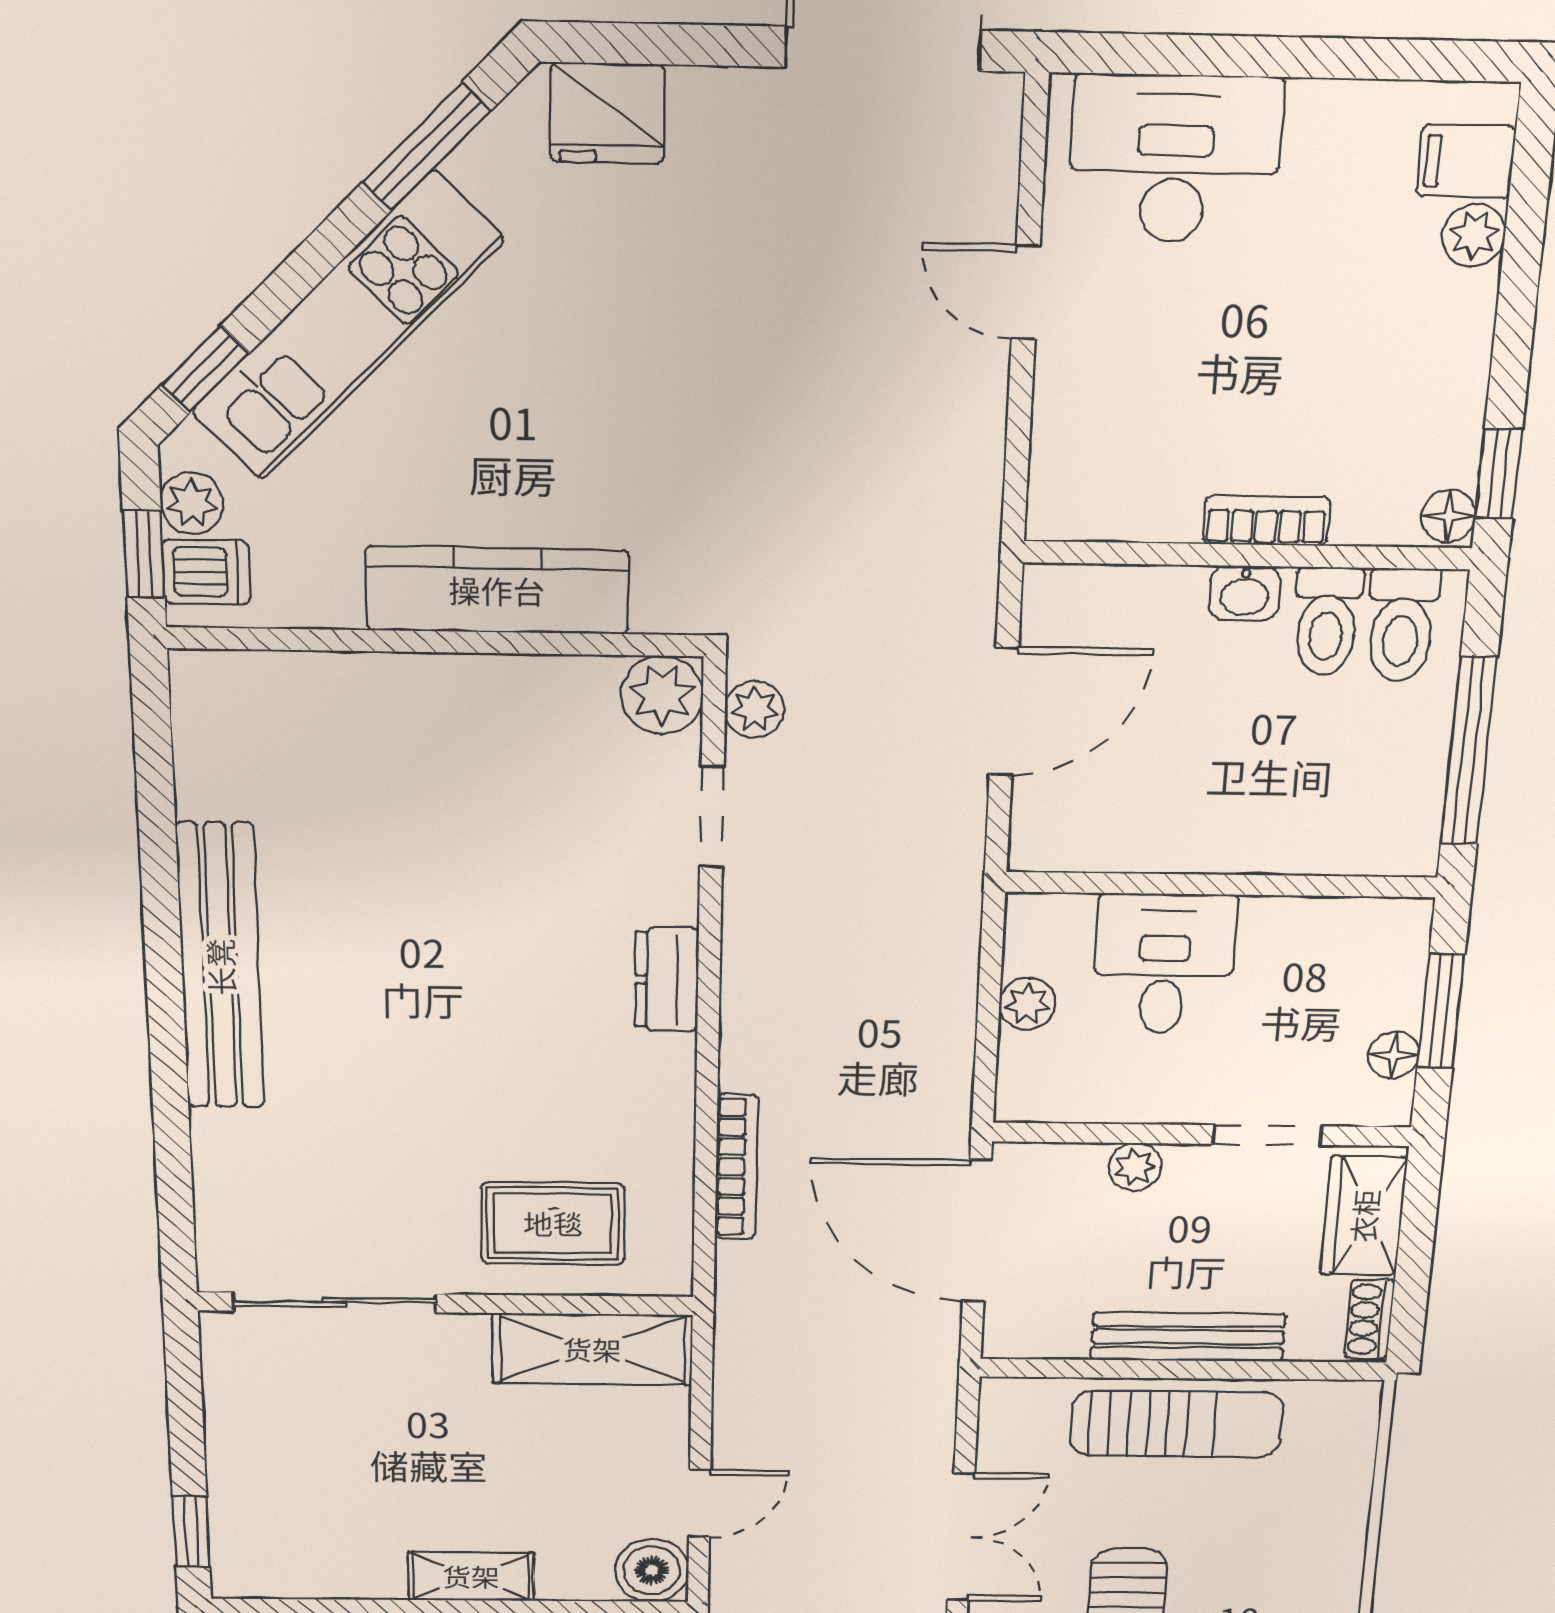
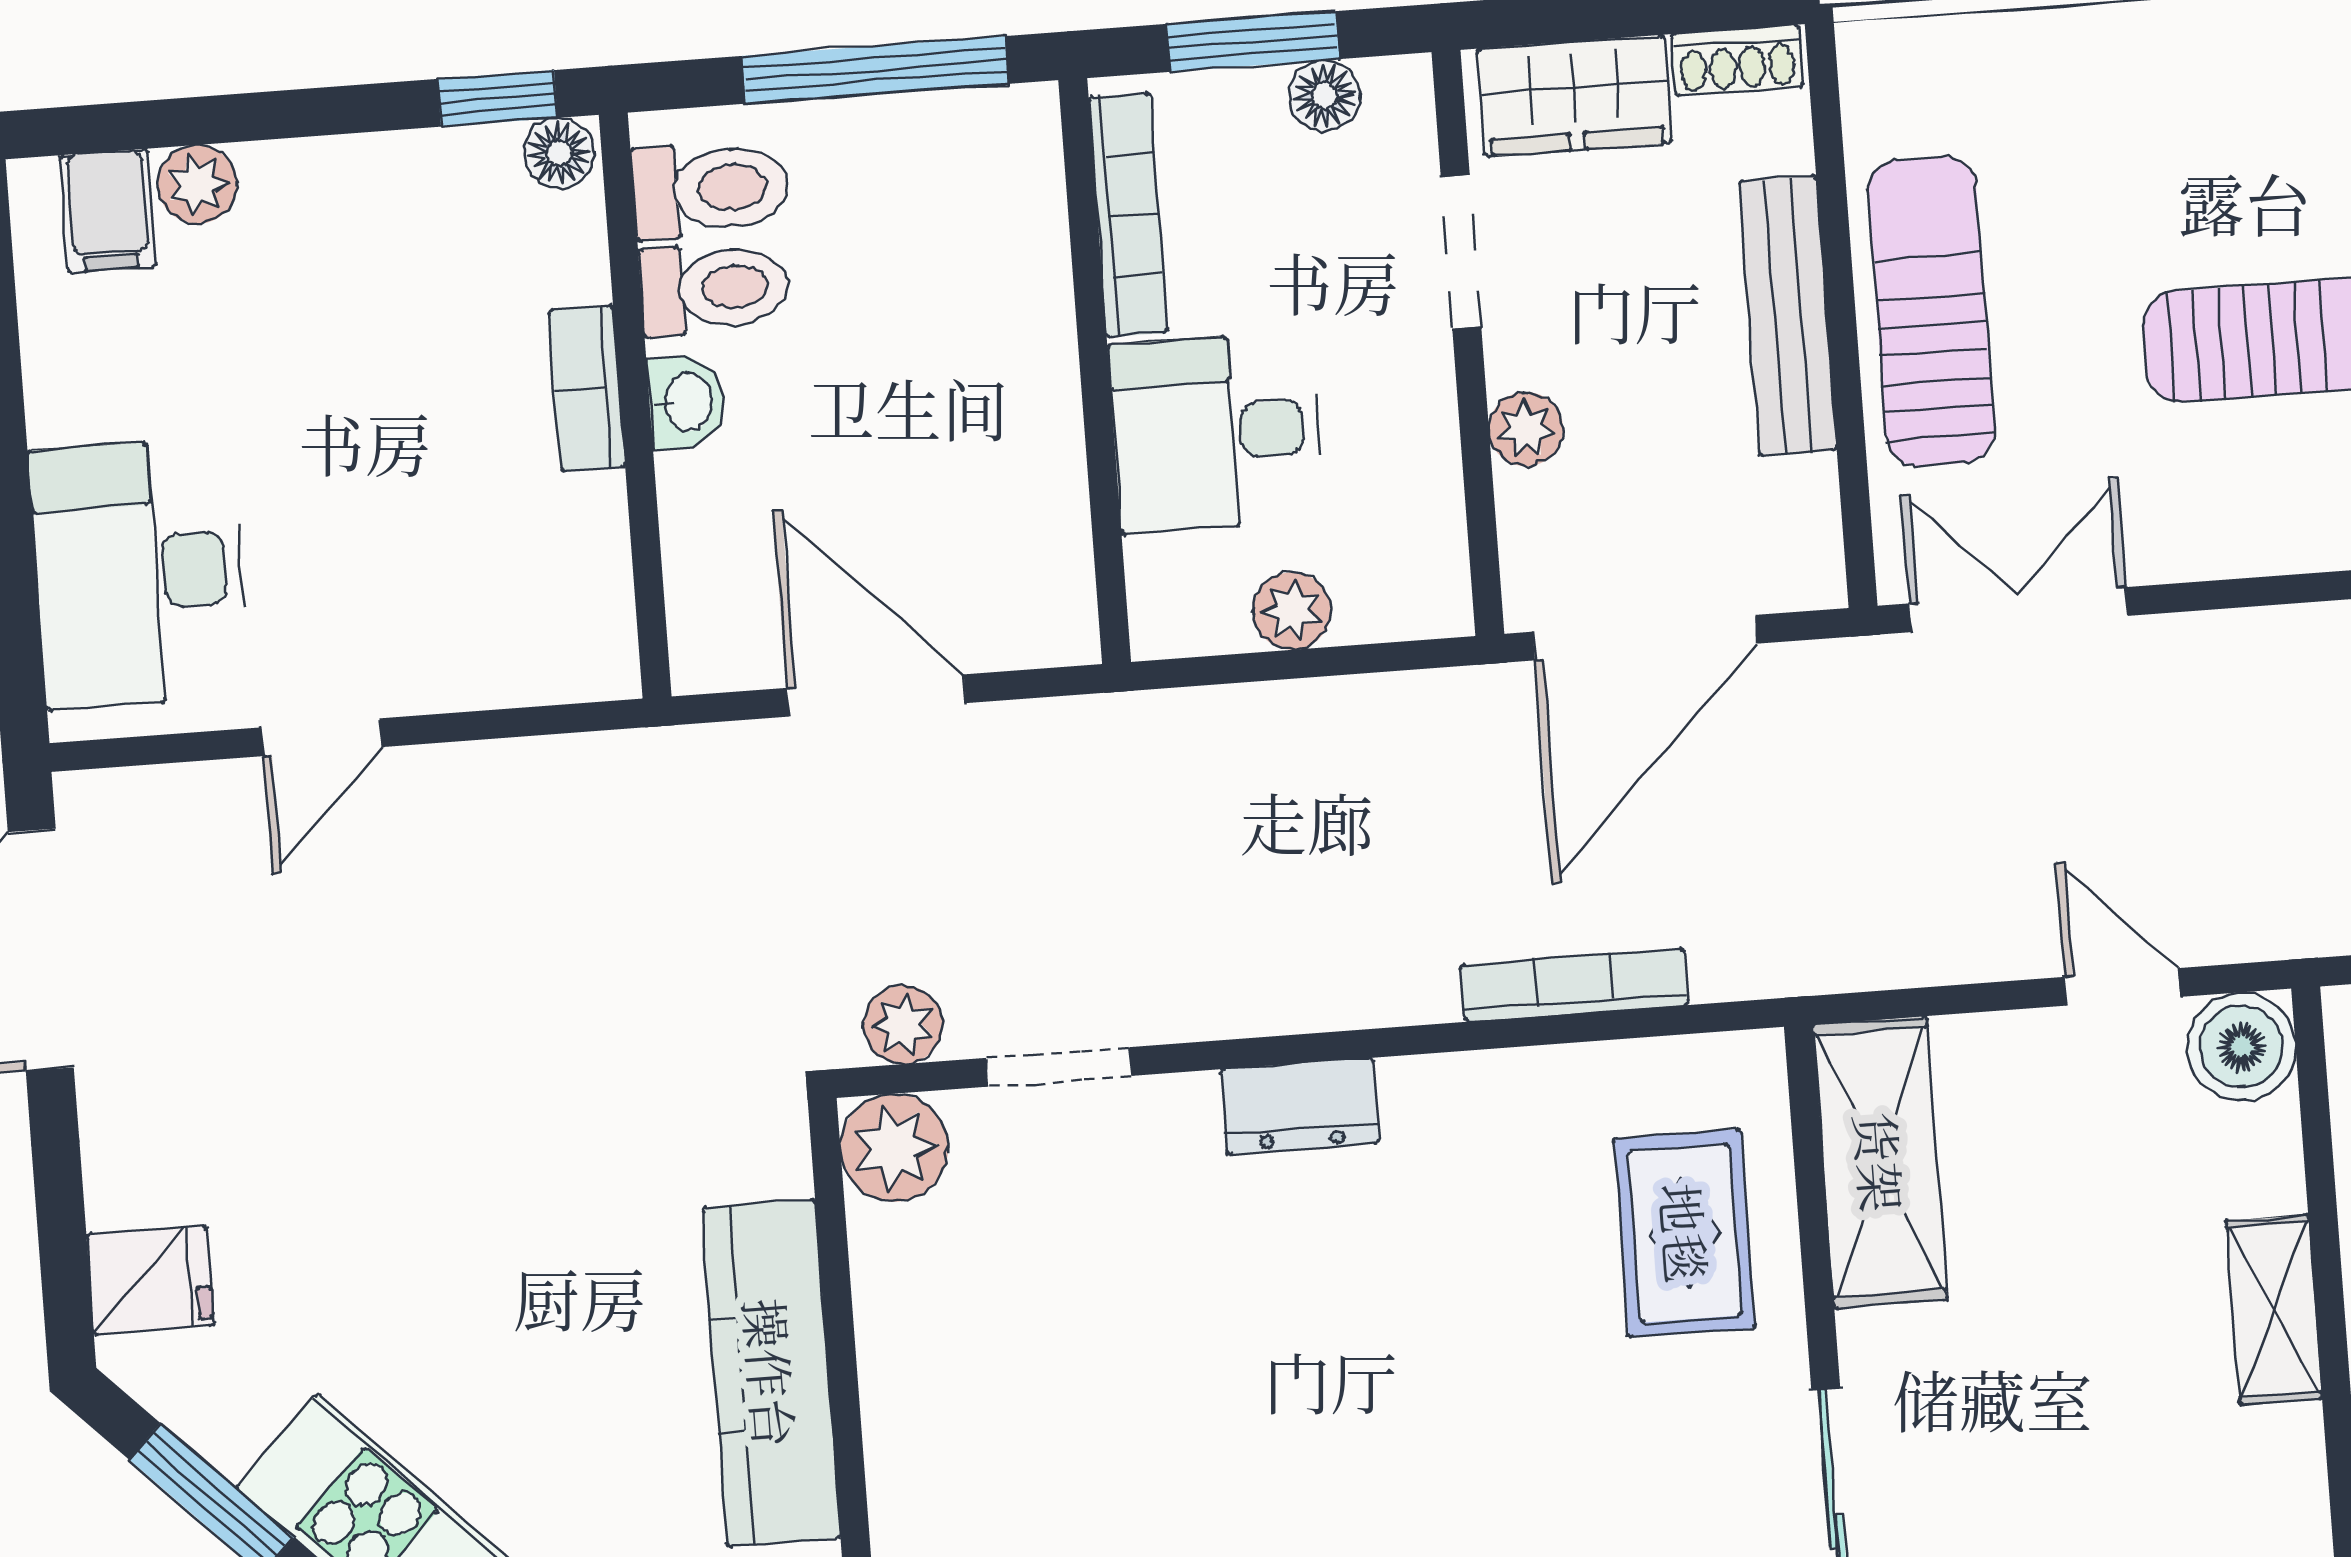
fridge: (607, 113) -> (150, 1280), width x0.72
bookcase: (1331, 917) -> (1128, 215), added
double door: (961, 1537) -> (2019, 610), moved

